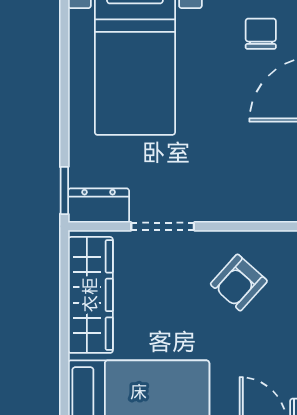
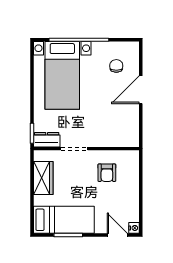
armchair: (239, 283) -> (107, 173), turned -42
wardrobe: (90, 295) -> (43, 178), width x0.67

